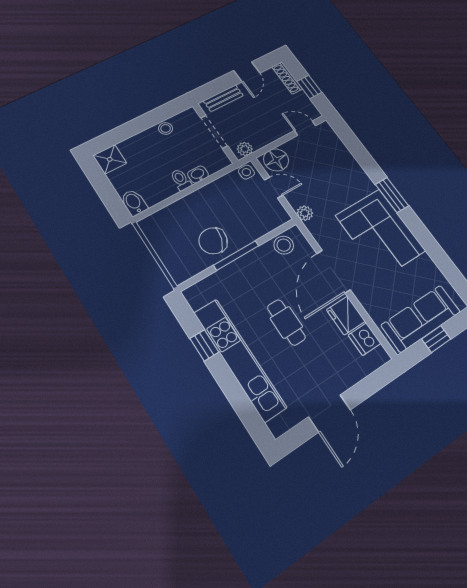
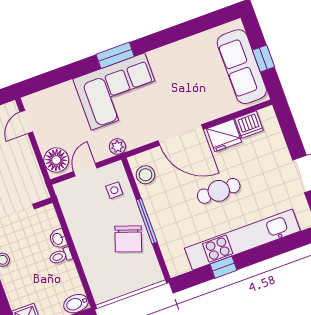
plant: (245, 149) -> (39, 188), removed
side table: (246, 172) -> (114, 190), moved
corner sofa: (380, 233) -> (118, 91), moved

